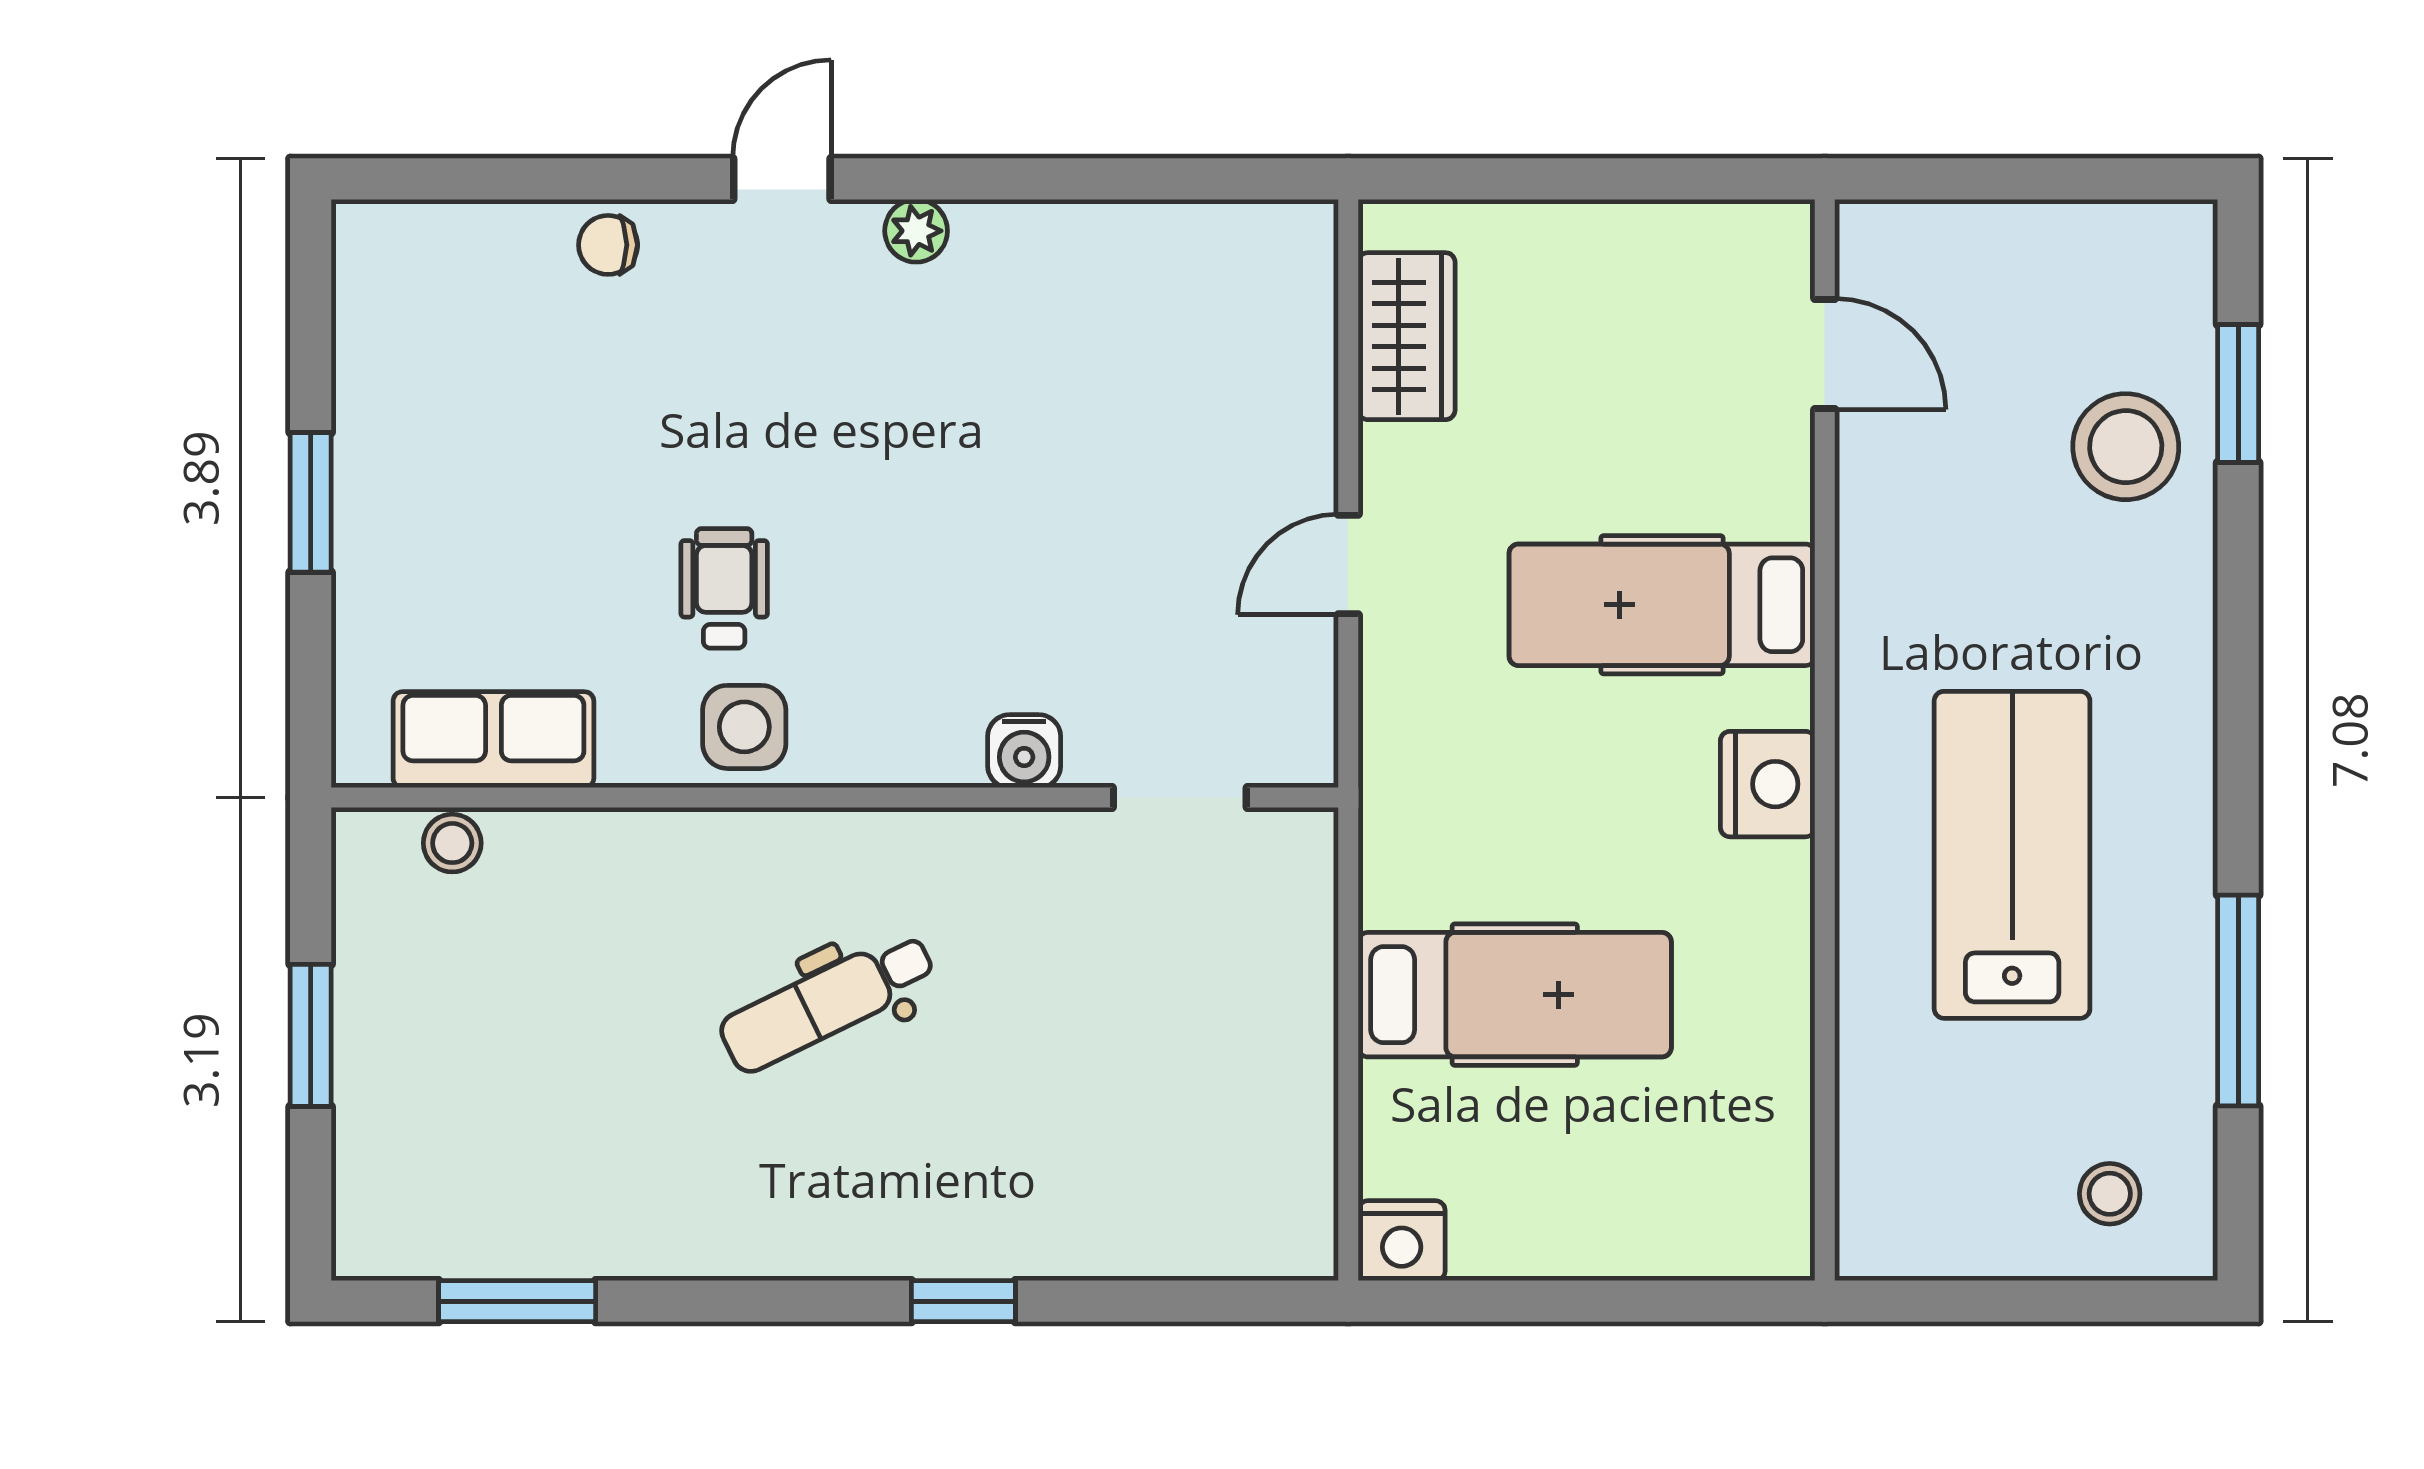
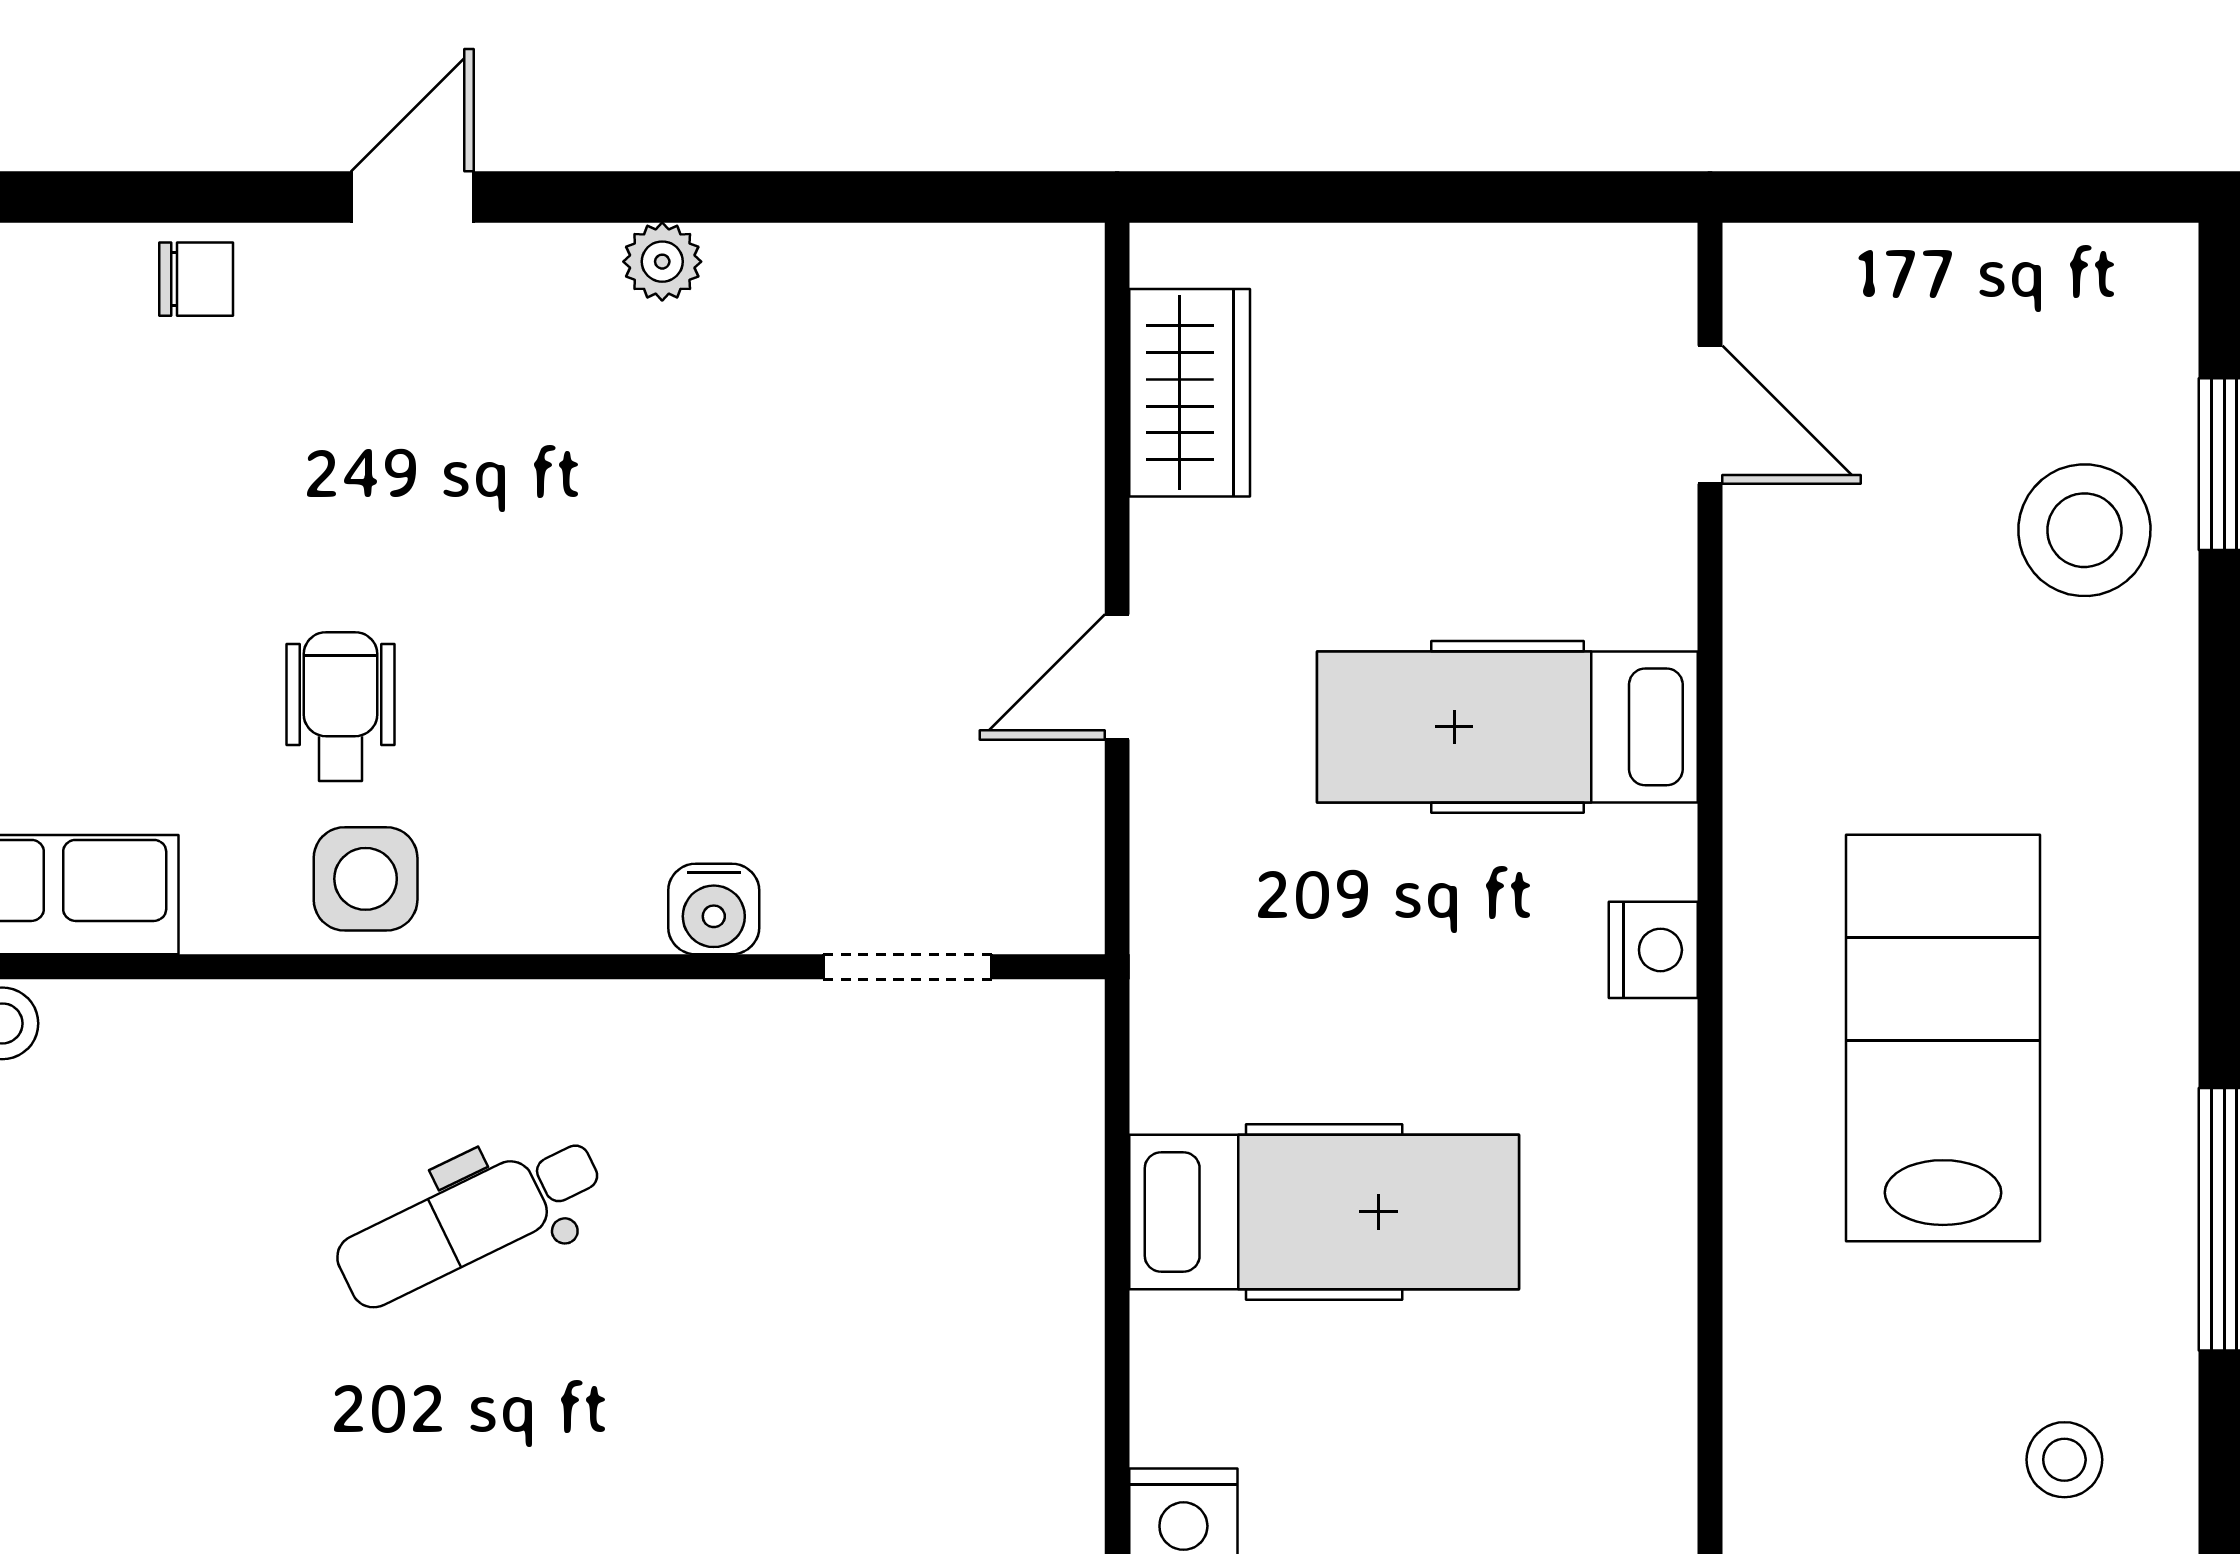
plant: (916, 231) -> (662, 262), moved
chair: (608, 245) -> (196, 279), turned 180
nightstand: (1768, 784) -> (1653, 950), width x0.74, depth x0.75

